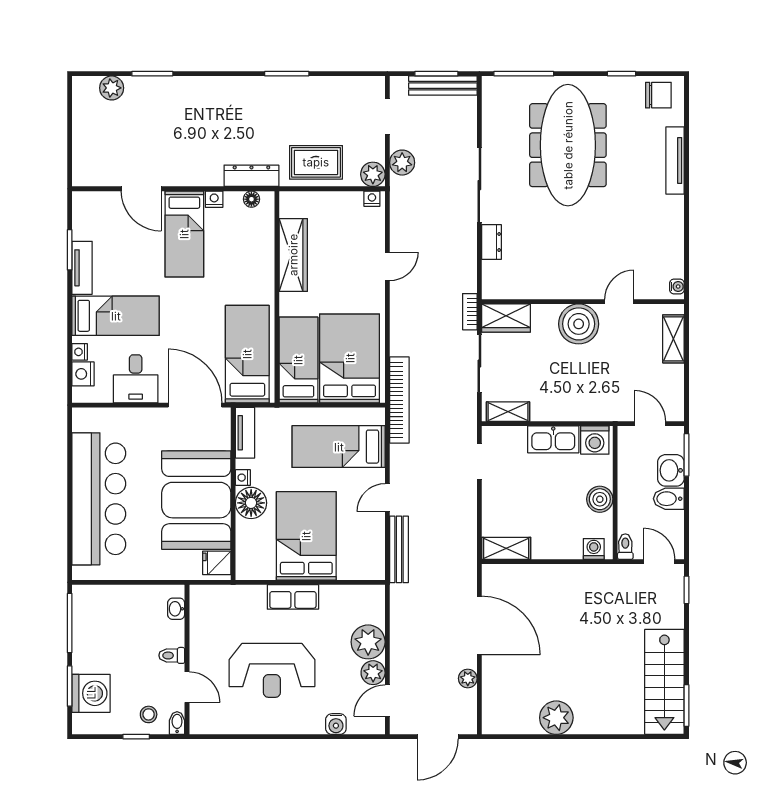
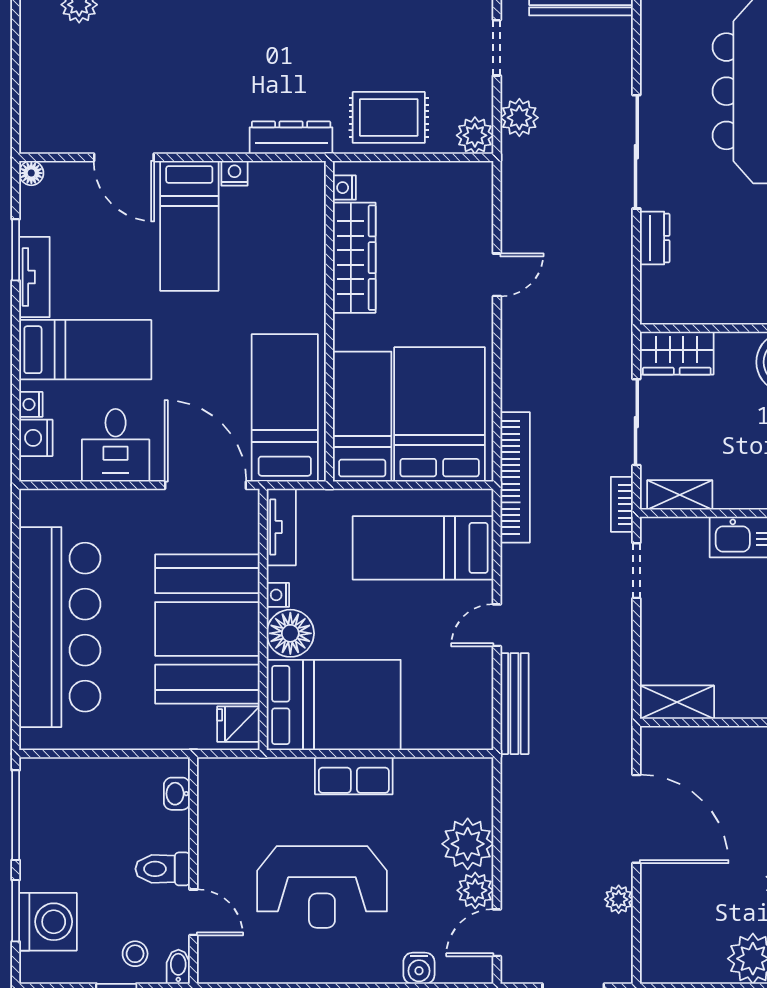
floor lamp: (251, 199) -> (31, 173), moved
nightstand: (372, 199) -> (344, 188), moved, turned -90
bookcase: (470, 312) -> (622, 504), moved
bed: (306, 536) -> (334, 705), moved, turned 90
toilet: (172, 655) -> (163, 869), width x1.37, depth x1.39

